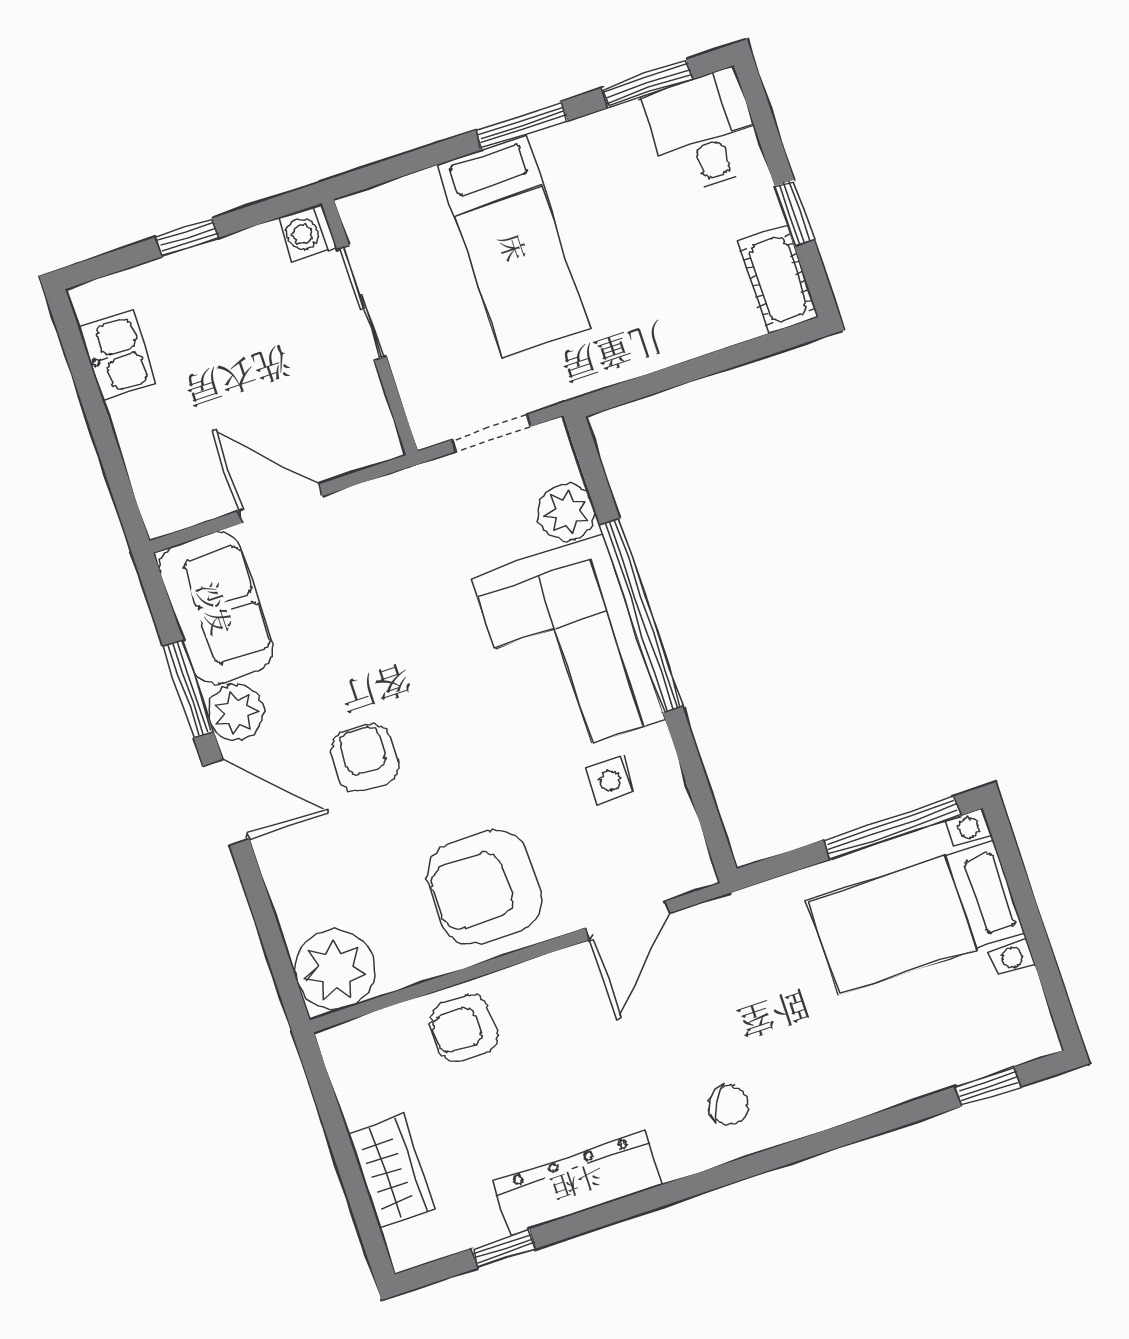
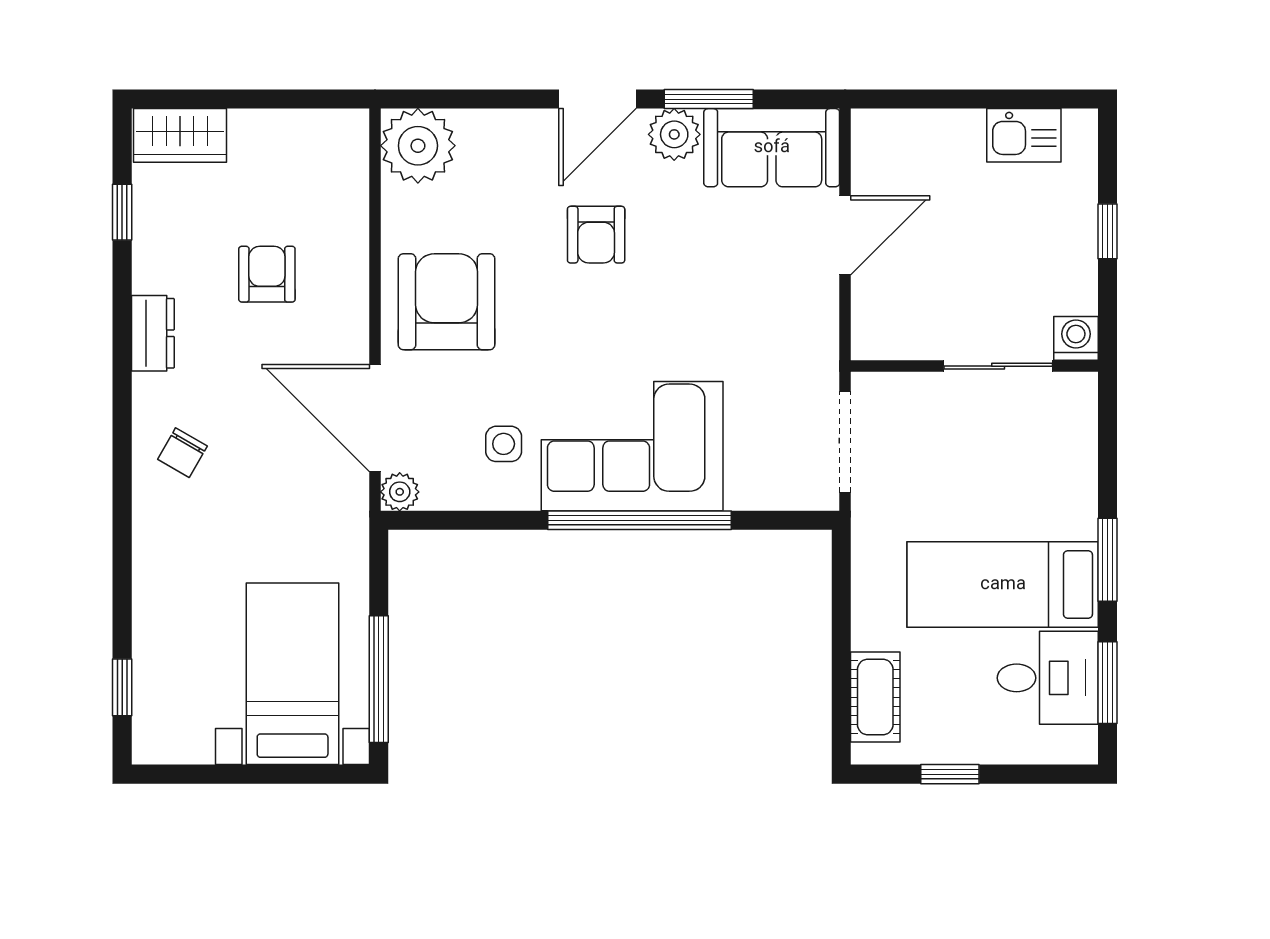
desk: (704, 132) -> (1048, 678), moved
bed: (514, 247) -> (1003, 585), moved
cot: (778, 279) -> (875, 697), moved, turned 90
doorway: (491, 433) -> (845, 442), width x1.38
plant: (566, 512) -> (400, 492), moved, width x0.73, depth x0.73
armchair: (365, 758) -> (596, 235), turned 90
door: (627, 921) -> (375, 418), width x1.36
armchair: (464, 1028) -> (267, 274), moved
wardrobe: (391, 1171) -> (180, 135), moved
dresser: (578, 1183) -> (153, 333), width x0.51, depth x0.80

